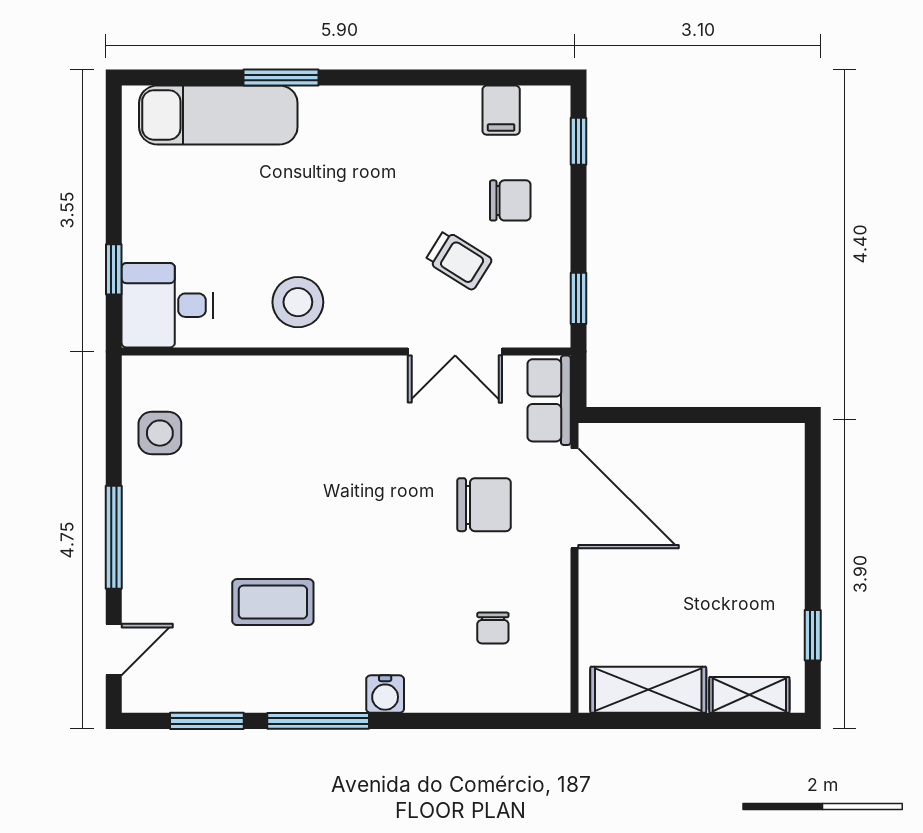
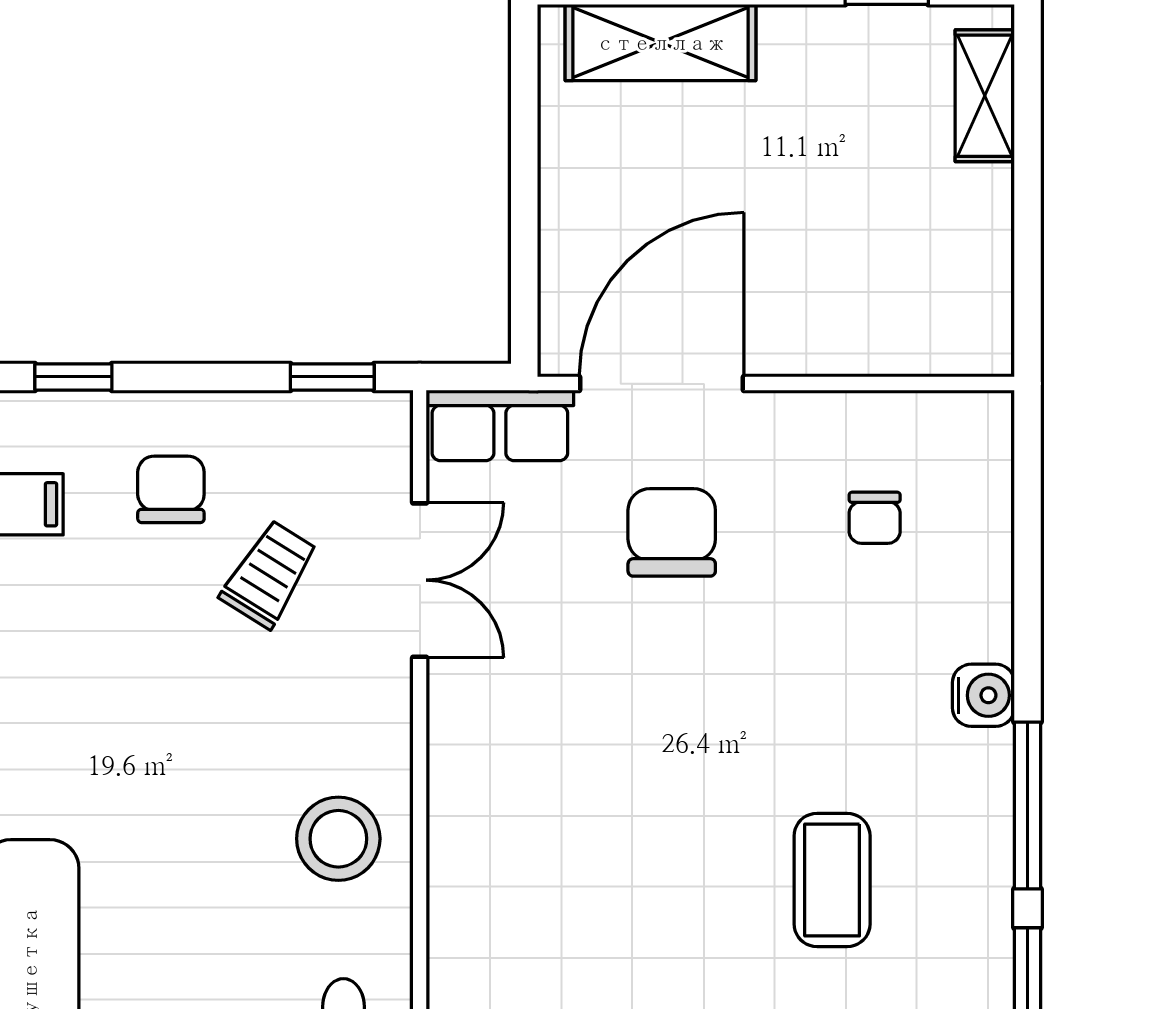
chair: (493, 628) -> (875, 518), turned 90
shelving: (648, 690) -> (661, 43), moved, turned 90

